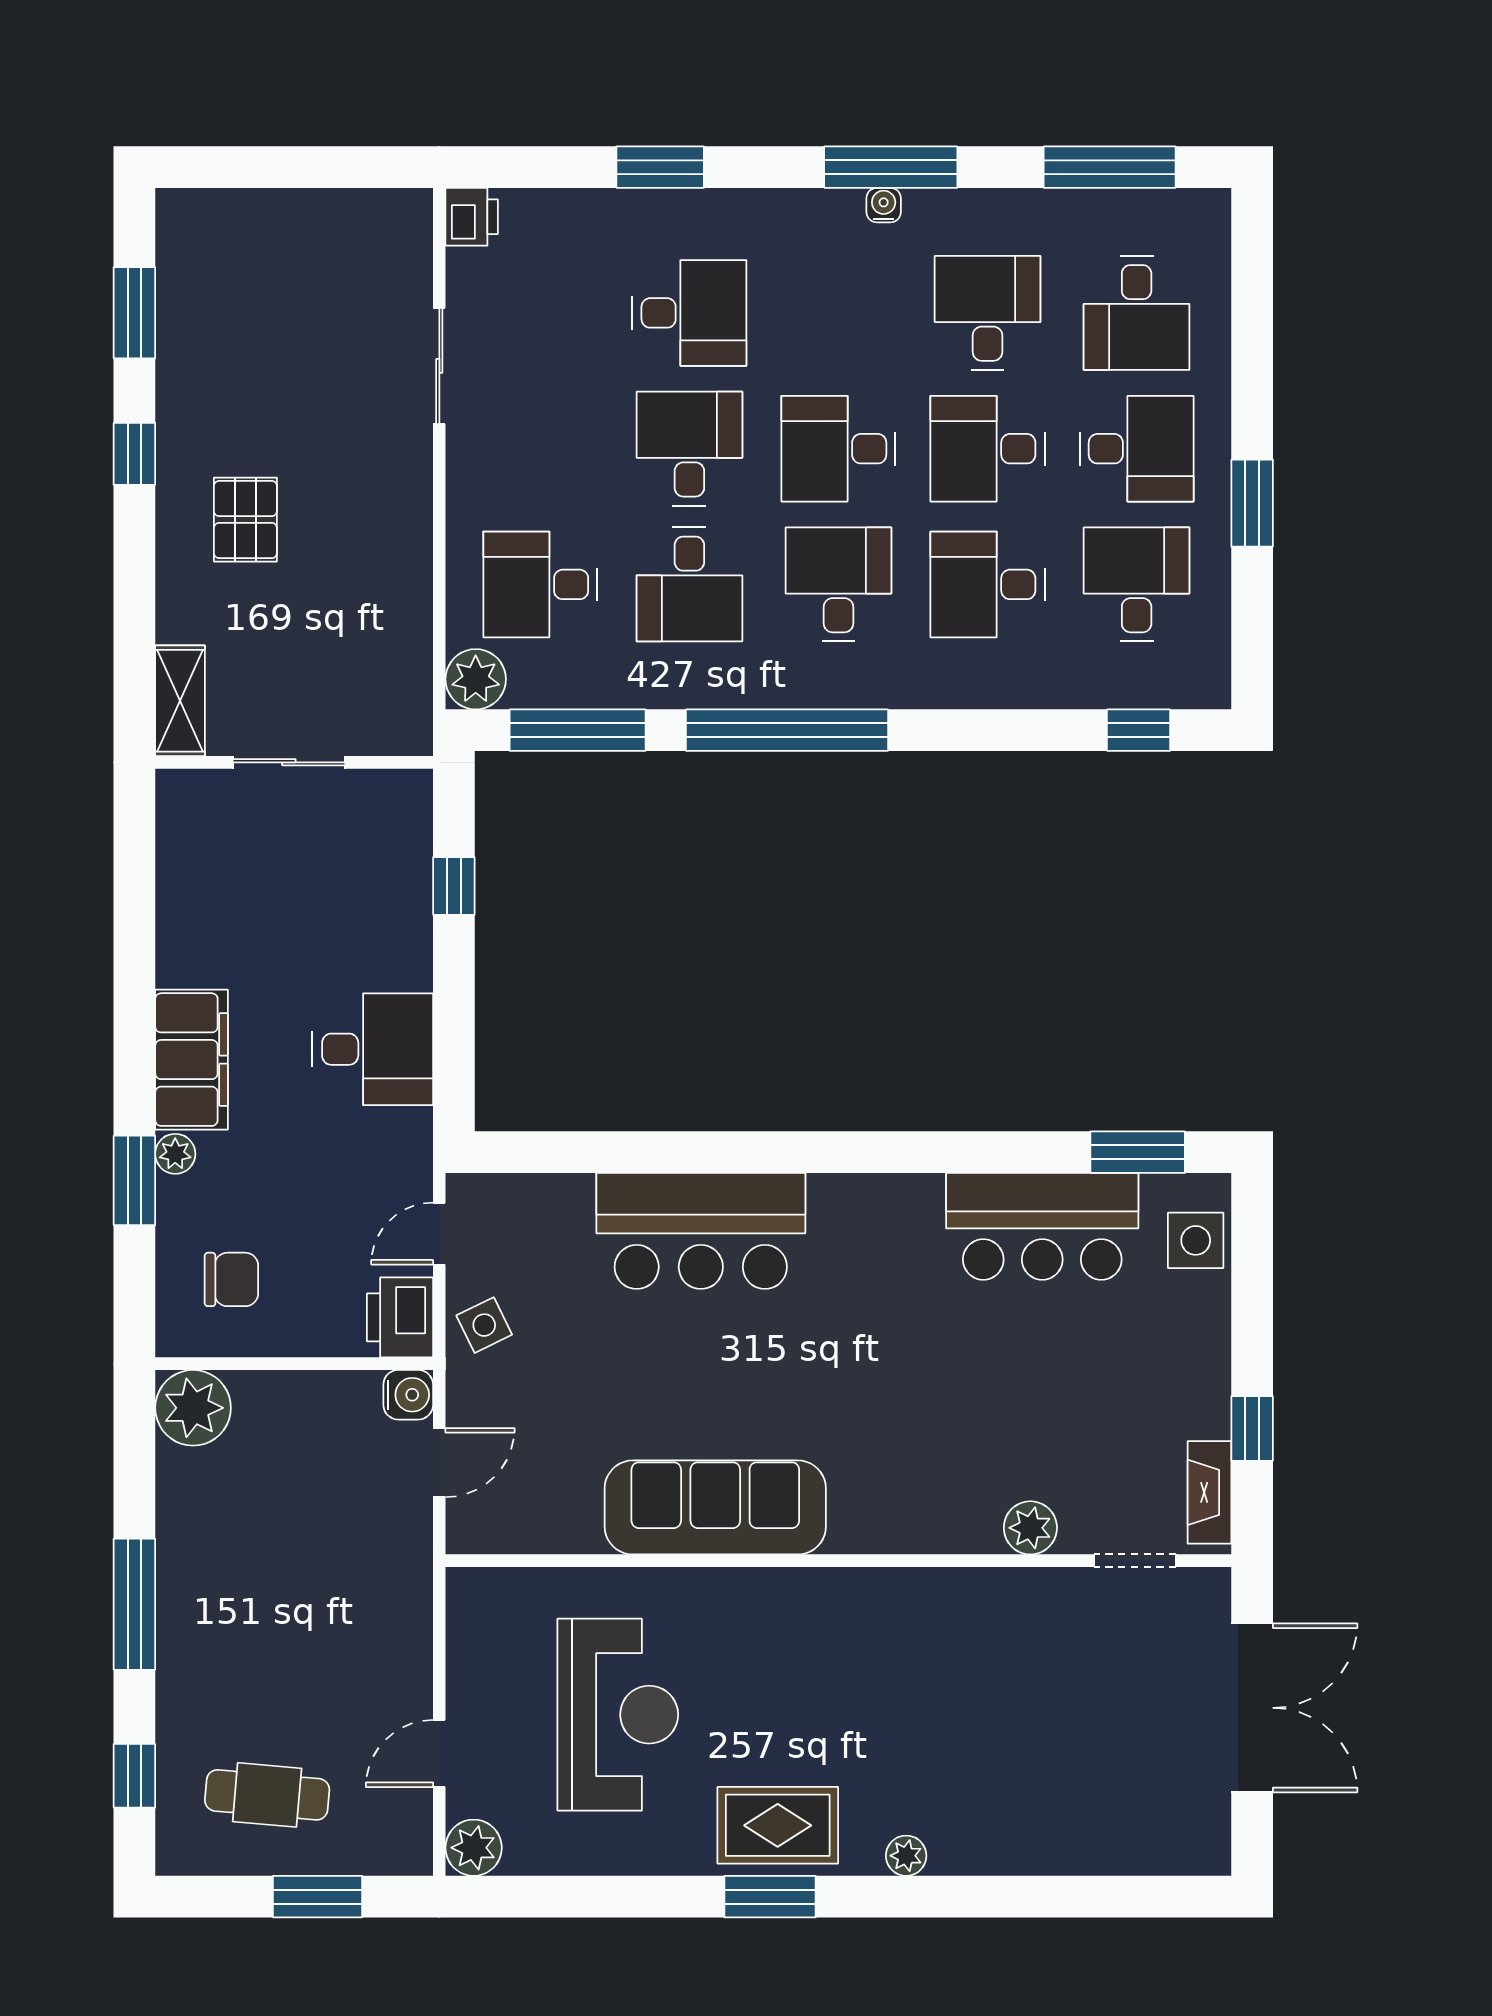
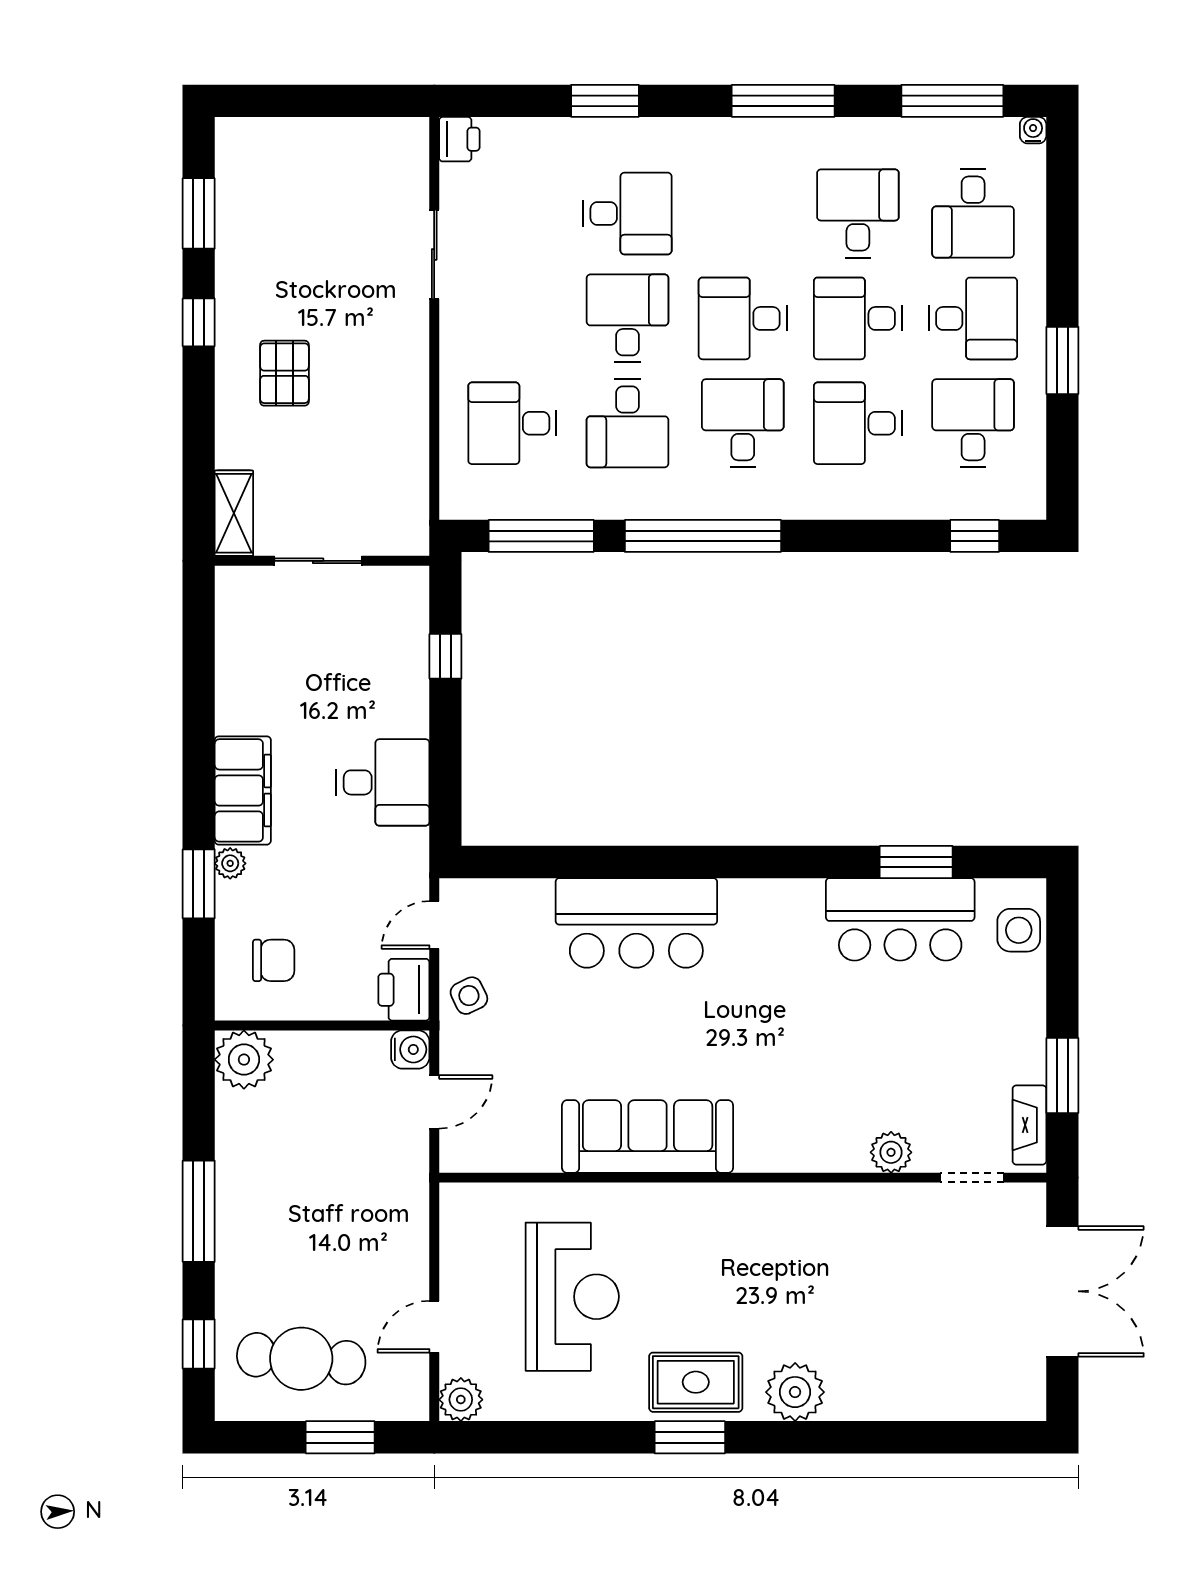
water cooler: (884, 205) -> (1033, 130), moved
plant: (476, 679) -> (462, 497), removed
window: (1138, 1152) -> (916, 862), moved
window: (1252, 1428) -> (1062, 1075), width x1.50
cafe table: (267, 1795) -> (301, 1359), width x1.37, depth x1.35
plant: (906, 1856) -> (795, 1392), width x1.88, depth x1.88

